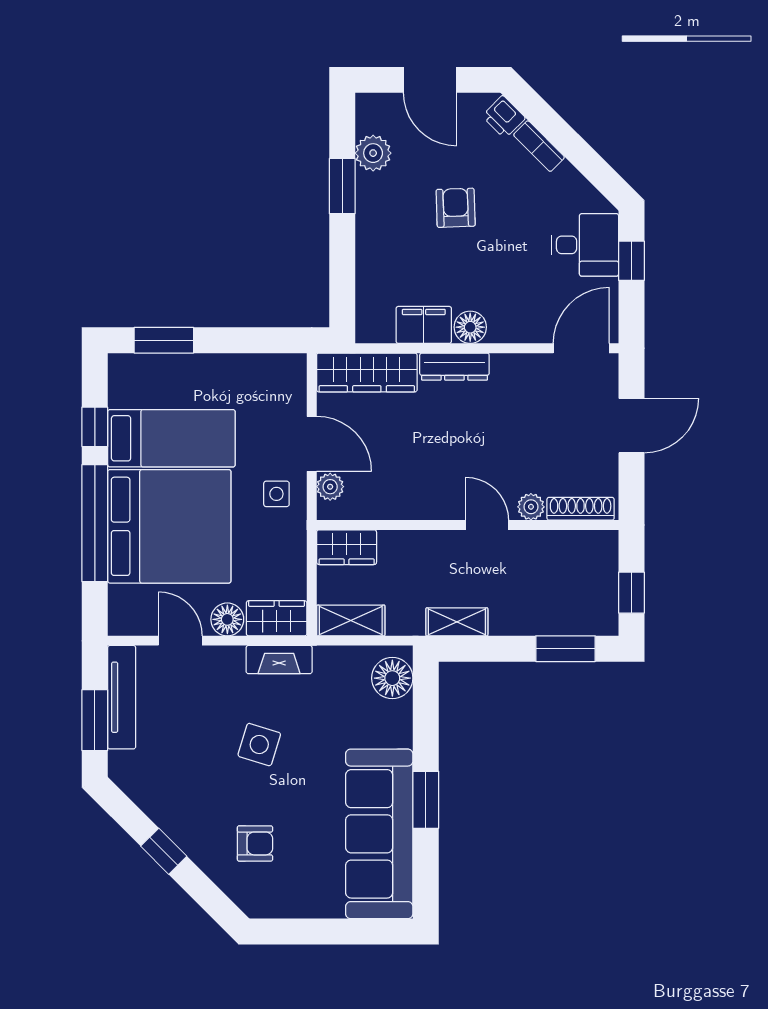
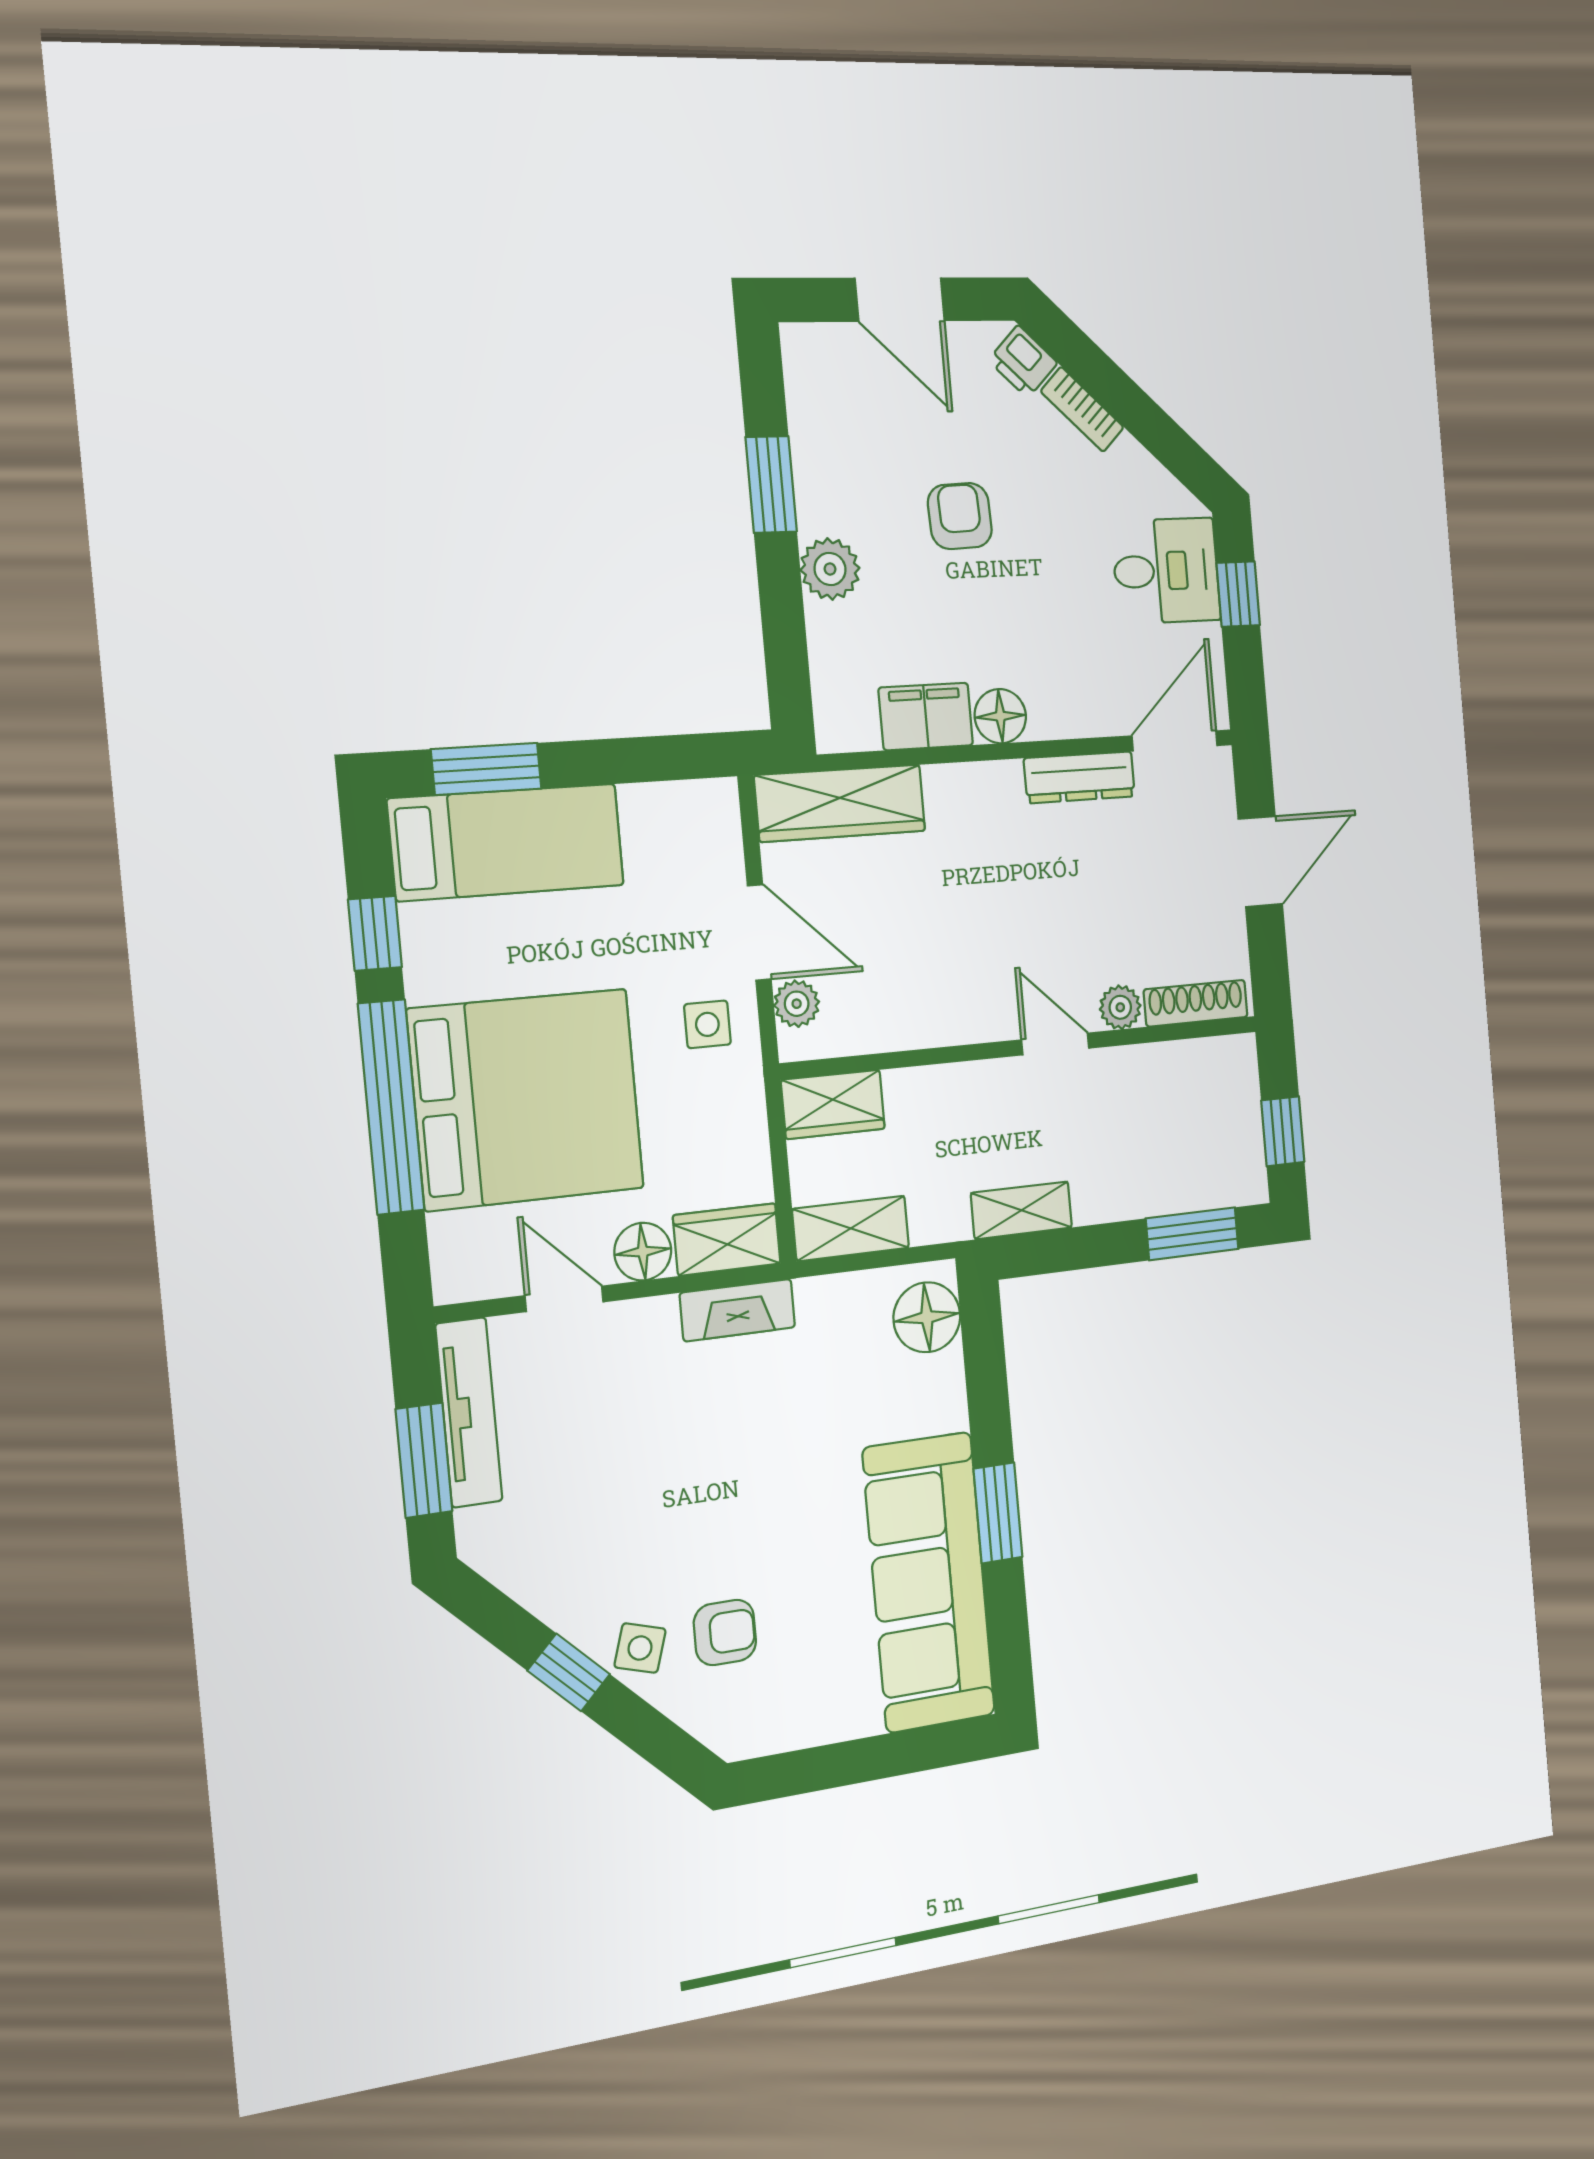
plant: (373, 153) -> (830, 569), moved
dresser: (454, 367) -> (1080, 777), moved
bed: (171, 438) -> (507, 842), moved
side table: (259, 745) -> (640, 1648), moved, width x0.73, depth x0.73

